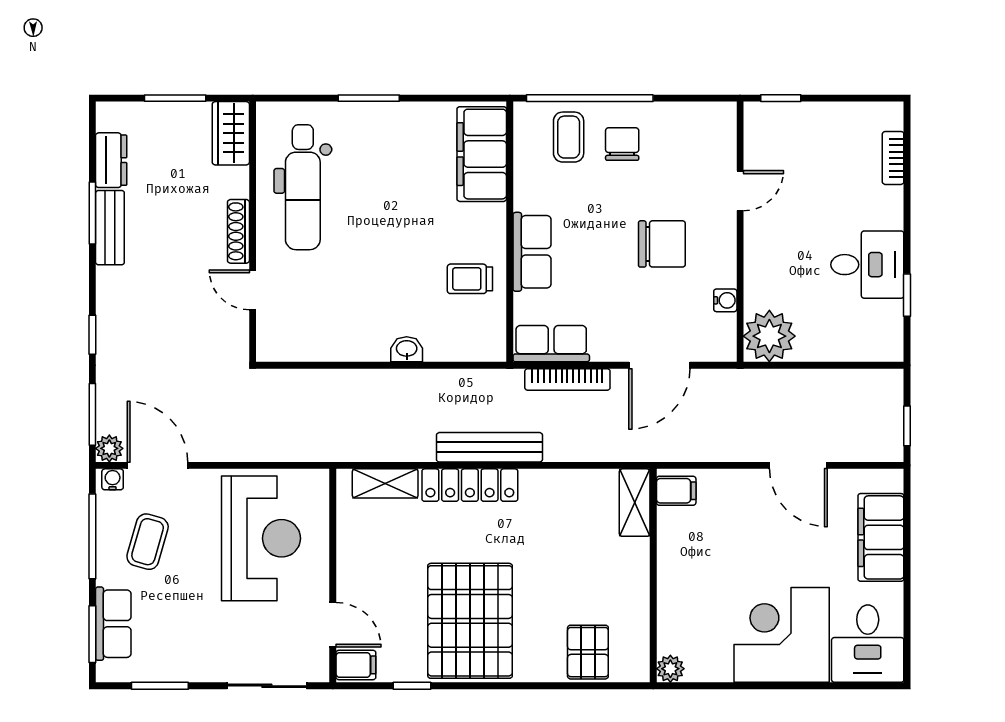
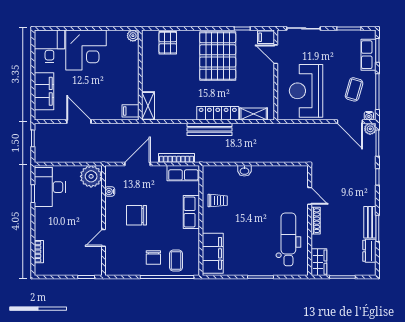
desk: (867, 265) -> (50, 187), moved, width x1.37

